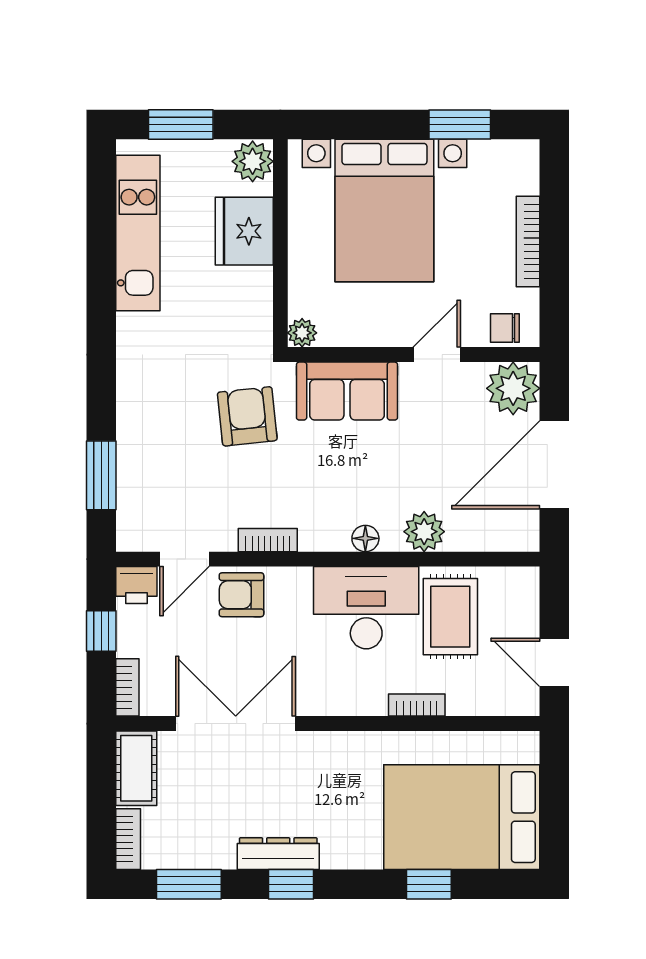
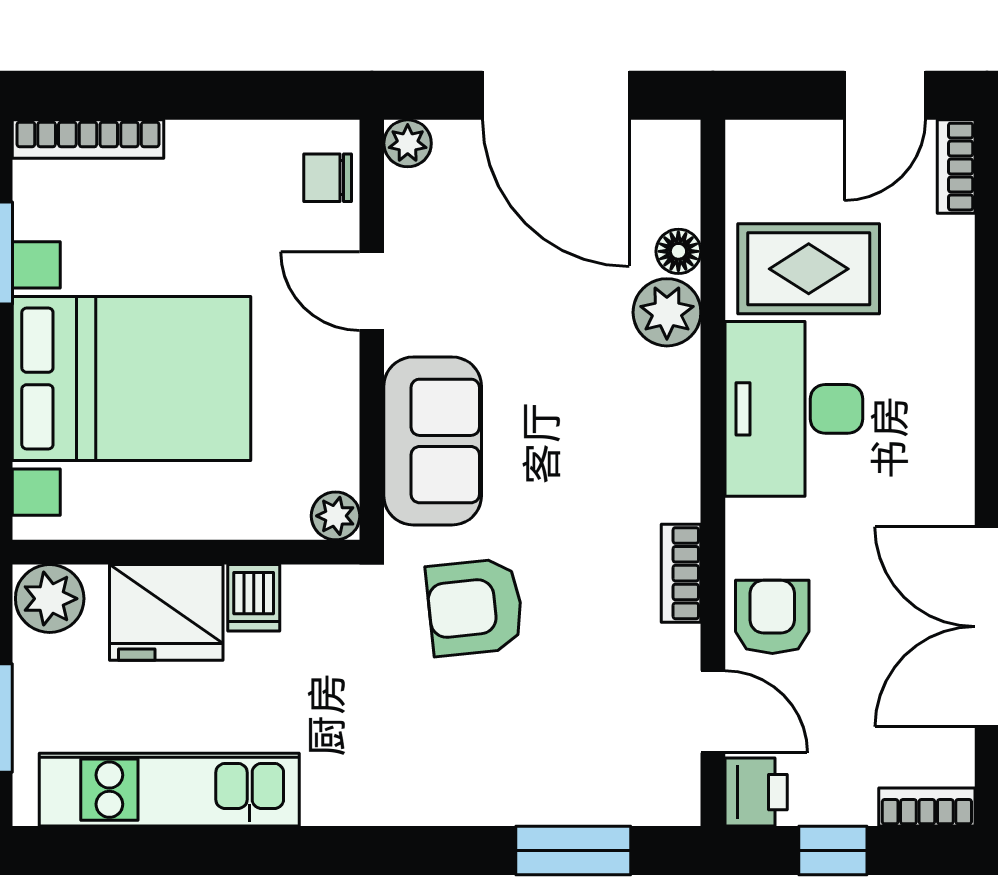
bookcase: (528, 241) -> (88, 139), moved
dishwasher: (253, 284) -> (254, 598), added
chair: (505, 328) -> (328, 178), turned 90
plant: (513, 388) -> (408, 143), width x0.53, depth x0.53
floor lamp: (365, 538) -> (678, 251), moved
armchair: (241, 595) -> (772, 617), turned 180
bookcase: (417, 705) -> (956, 167), moved

